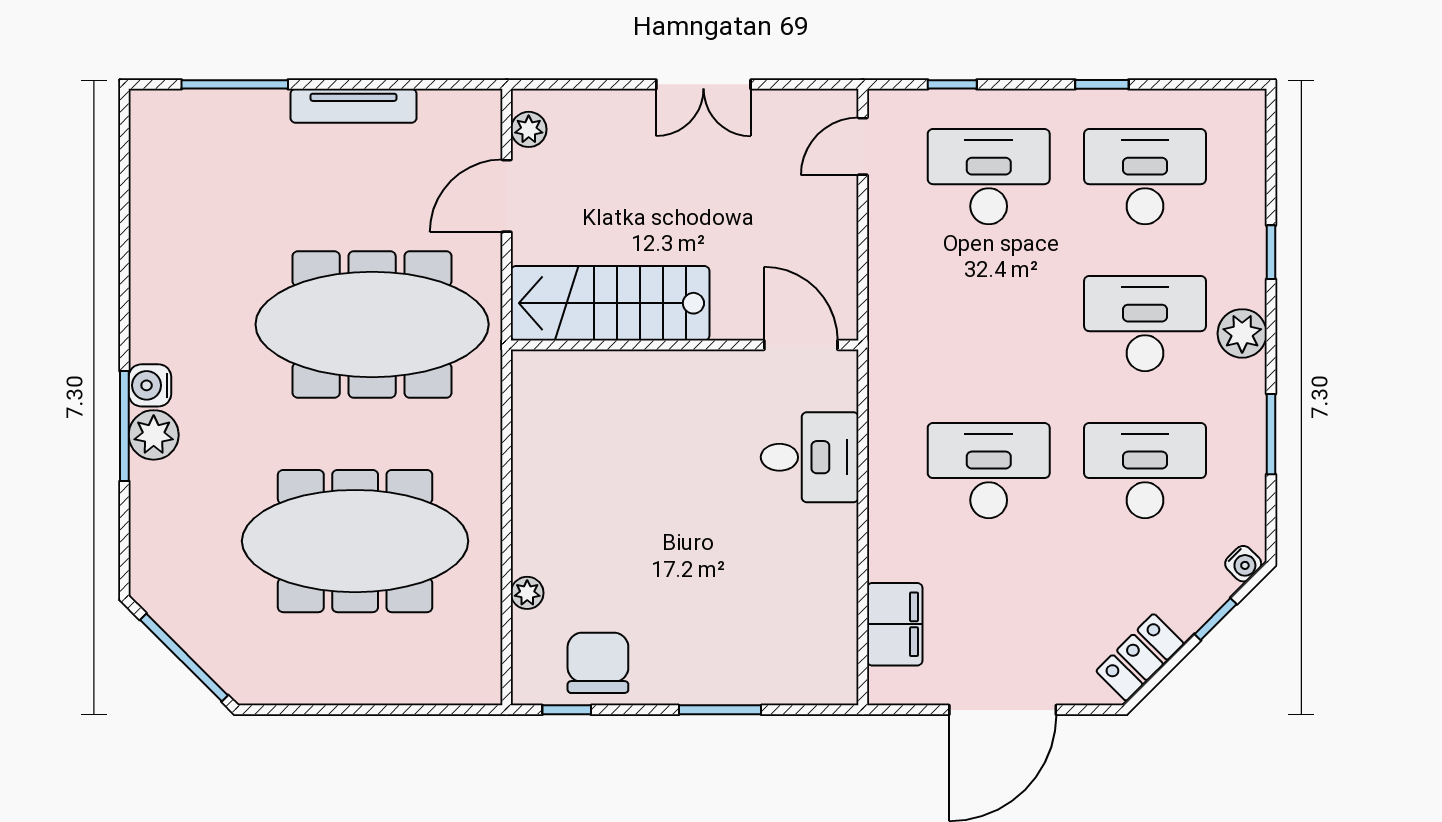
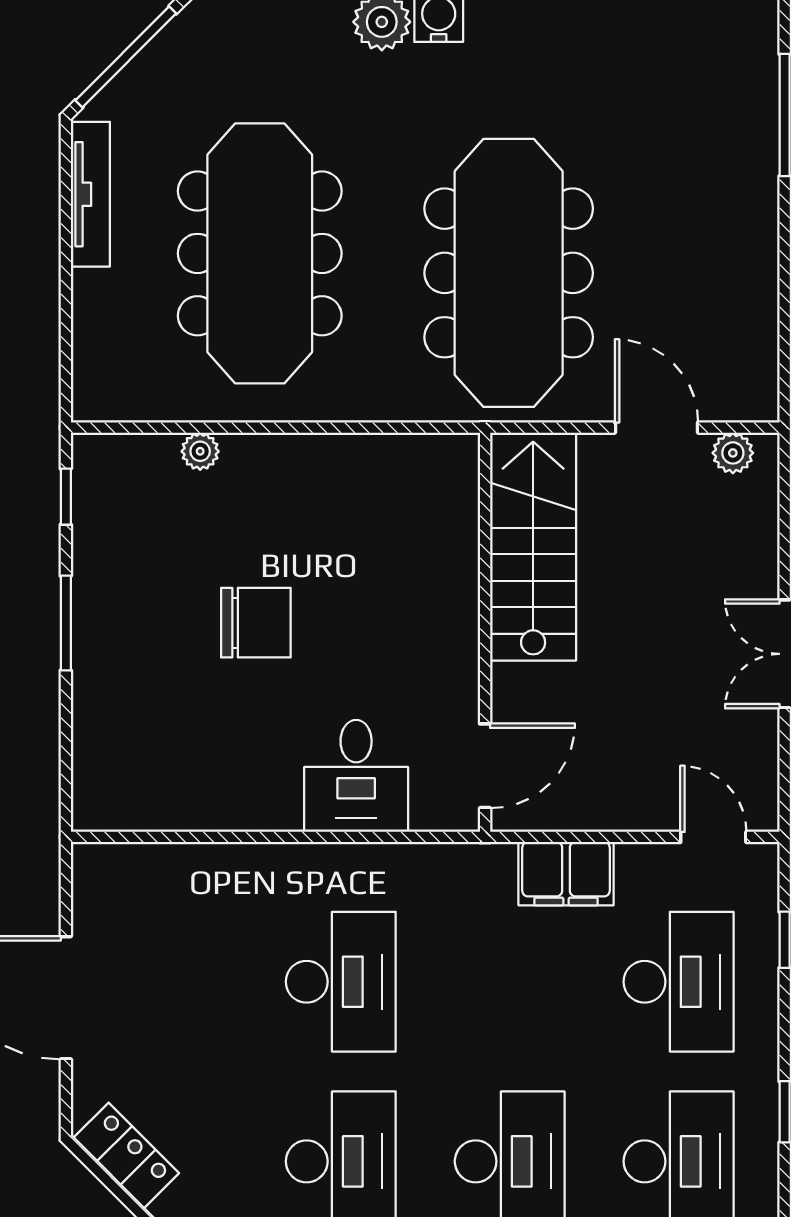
tv unit: (353, 106) -> (90, 194), moved, turned 180
filing cabinet: (895, 624) -> (566, 874), moved
chair: (598, 663) -> (256, 623), moved
window: (720, 710) -> (66, 623), moved

